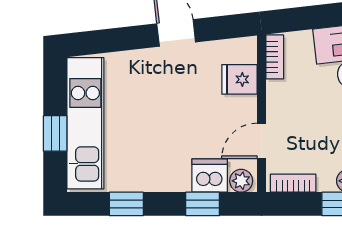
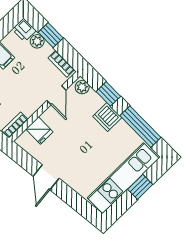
door: (262, 141) -> (56, 95), hinge flipped
dishwasher: (210, 176) -> (107, 117), moved
window: (126, 204) -> (140, 127), width x2.17

